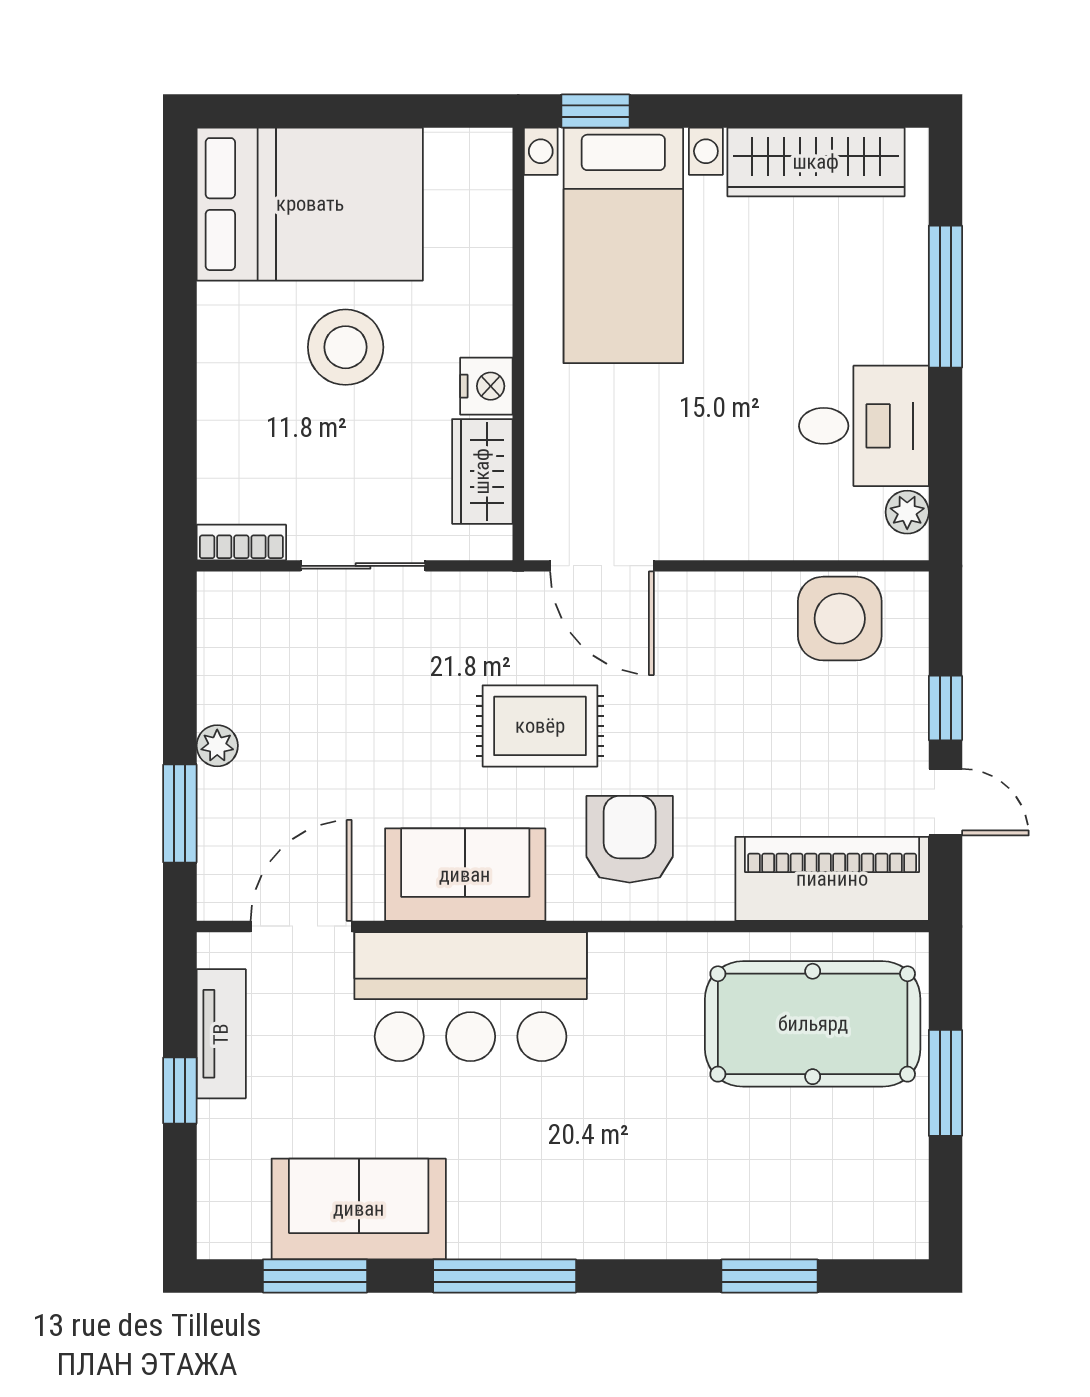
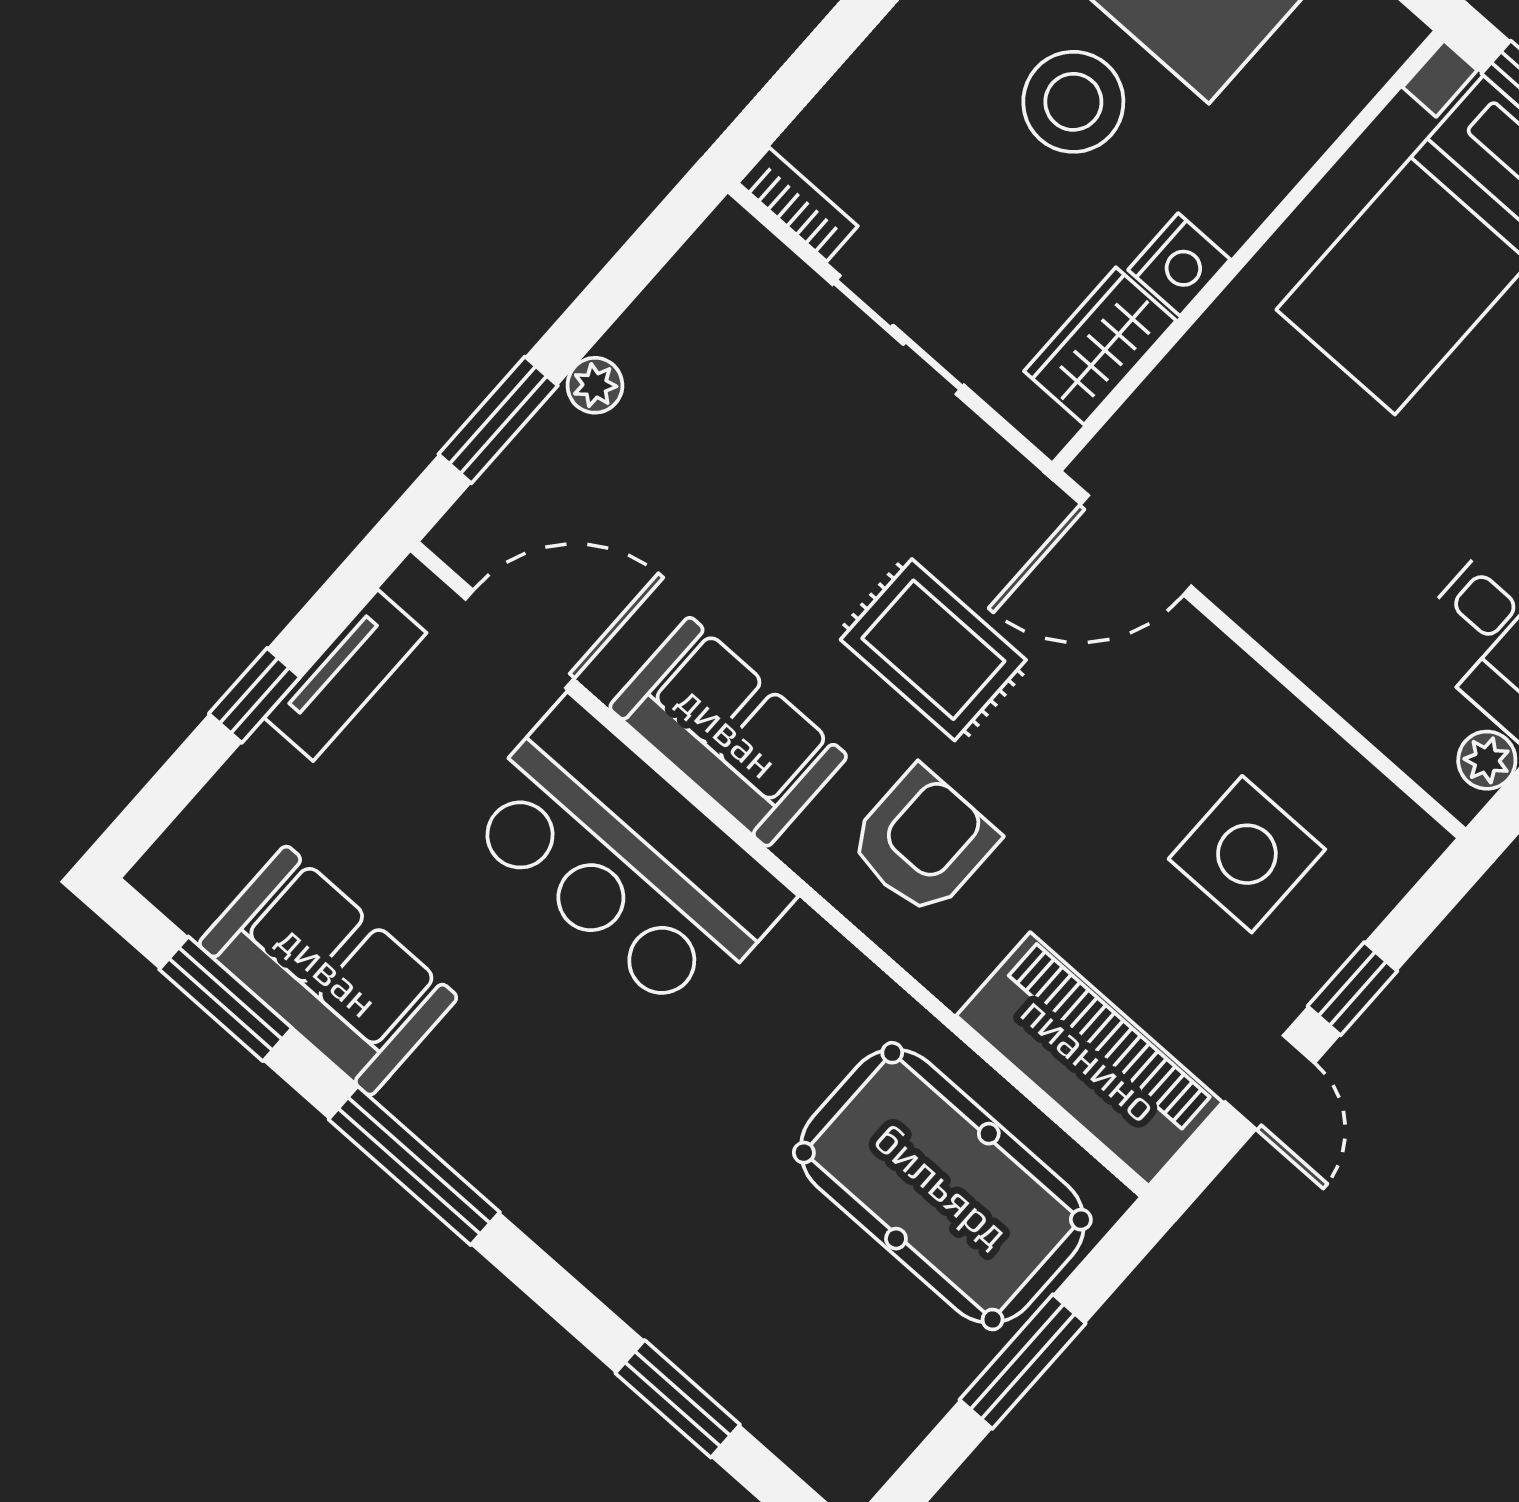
door: (602, 566) -> (1136, 545), hinge flipped
side table: (840, 619) -> (1247, 854), moved

